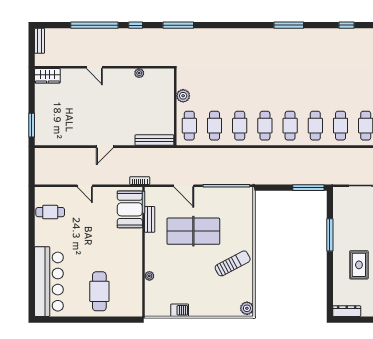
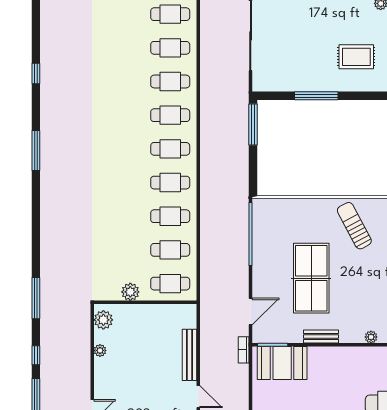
plant: (162, 76) -> (103, 320), added
bench: (154, 140) -> (190, 355), moved
door: (184, 186) -> (251, 312), moved
bench: (150, 219) -> (321, 337), moved

